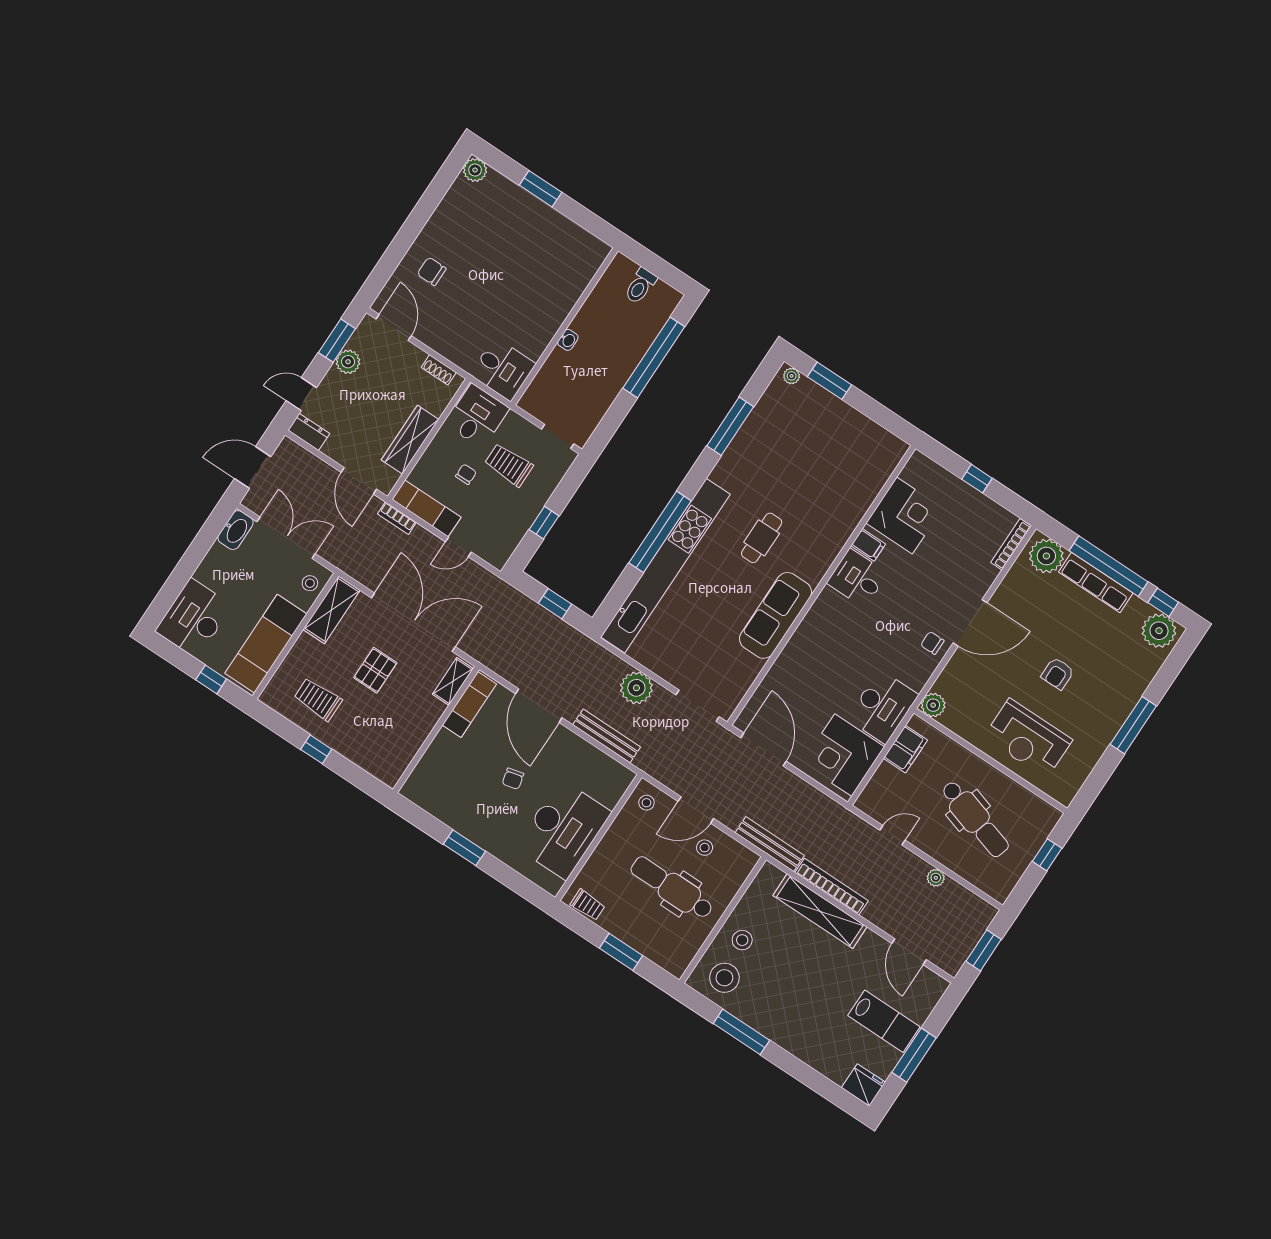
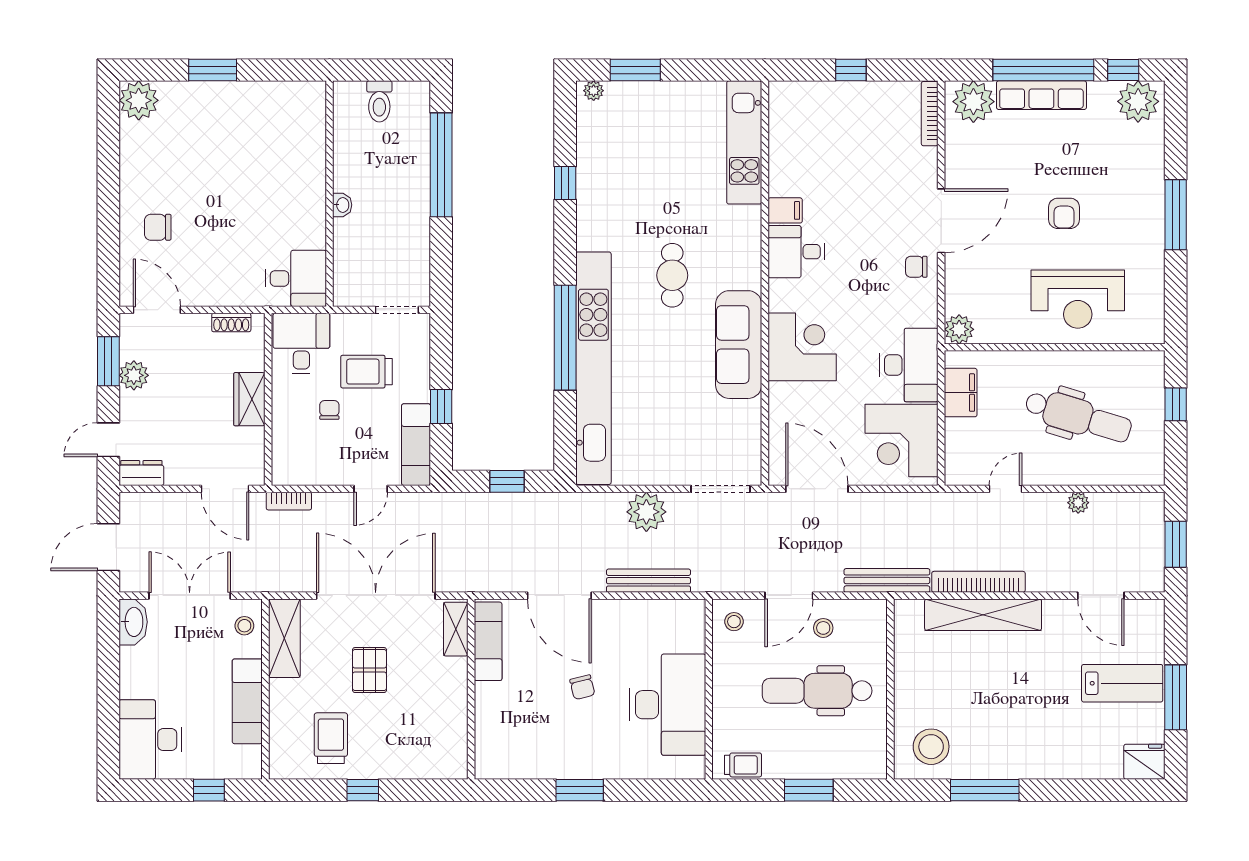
plant: (475, 170) -> (139, 100), width x1.36, depth x1.36
window: (730, 426) -> (565, 183), width x0.46
wardrobe: (410, 440) -> (249, 399), width x0.67
kitchen unit: (871, 480) -> (744, 142), added
exam couch: (426, 508) -> (416, 445), moved, turned -90
corner desk: (904, 515) -> (802, 347), moved
exam couch: (266, 644) -> (247, 701), width x0.73, depth x0.69
trolley: (318, 699) -> (331, 738), turned 90
stool: (742, 940) -> (924, 696), removed

